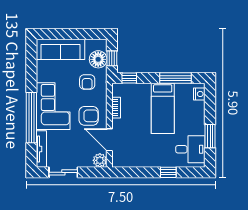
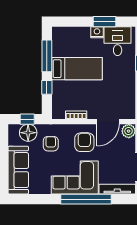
window: (129, 78) -> (47, 87), moved
armchair: (87, 82) -> (51, 144), turned -90
nightstand: (199, 94) -> (97, 32), moved

